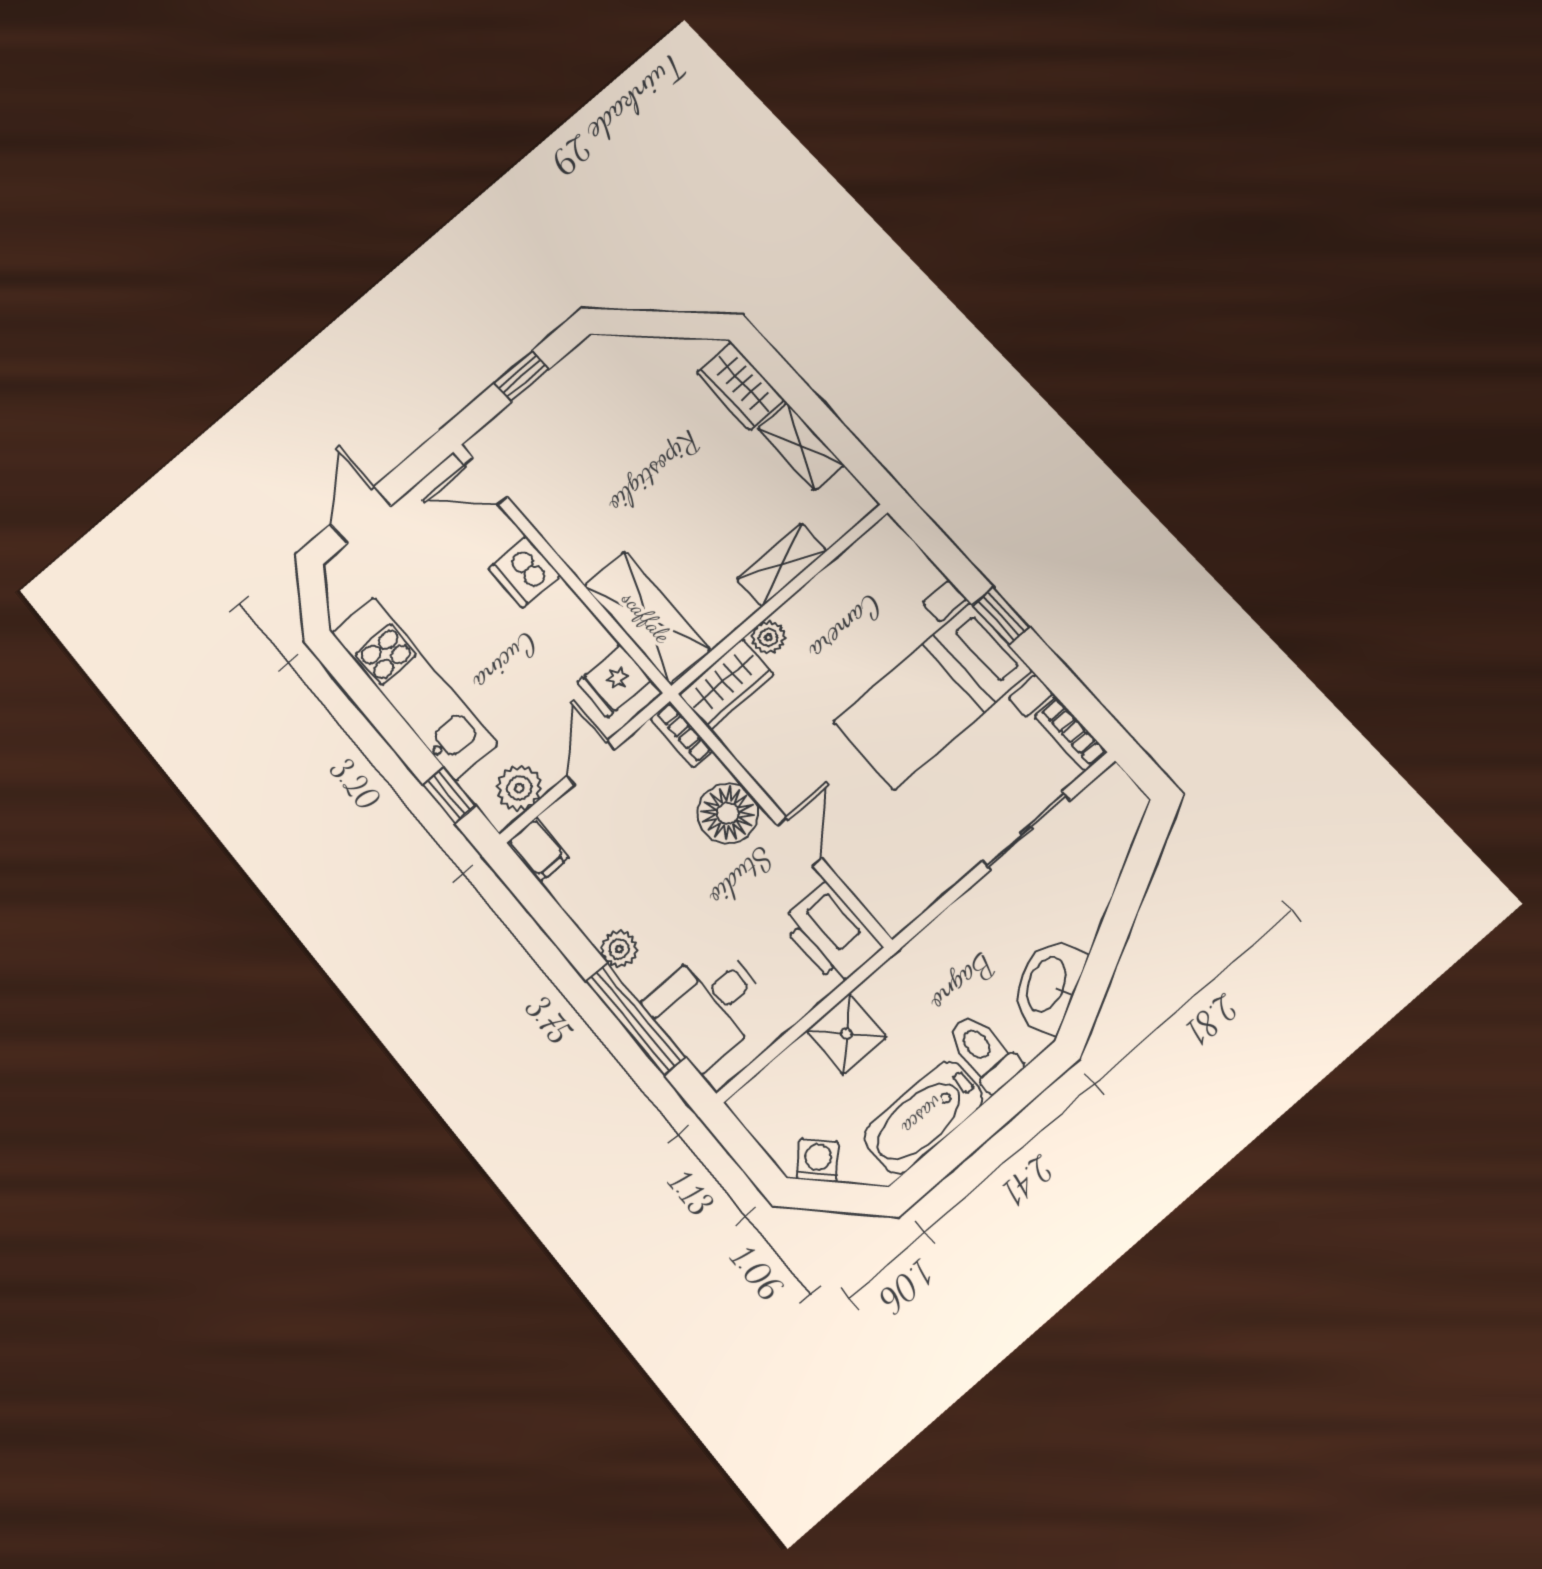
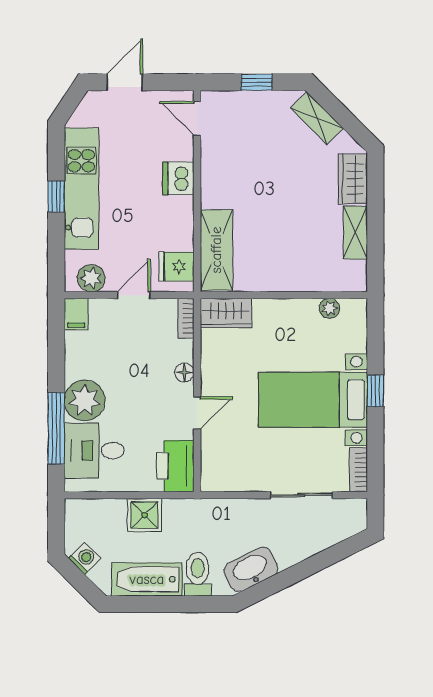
shelving: (782, 565) -> (317, 118), moved, turned 45
plant: (768, 637) -> (329, 308), moved
window: (449, 795) -> (56, 197), moved
floor lamp: (728, 813) -> (184, 372), width x0.53, depth x0.53
plant: (619, 949) -> (85, 400), width x1.88, depth x1.88

